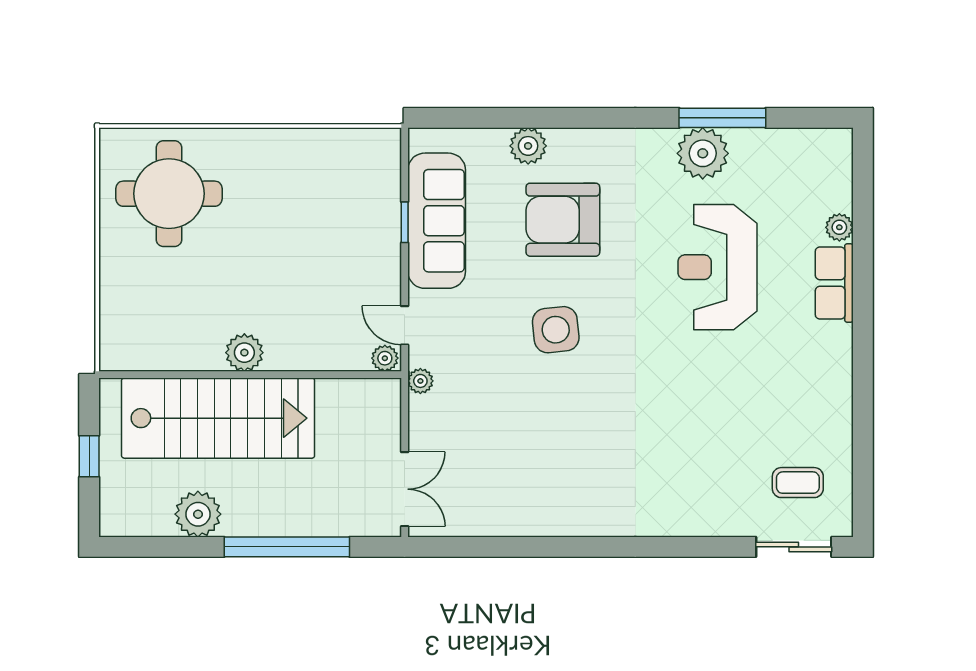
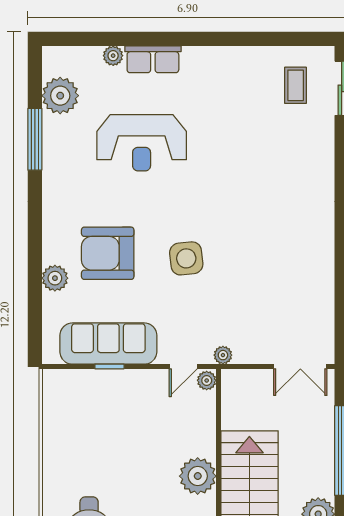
plant: (703, 153) -> (60, 96), moved
armchair: (563, 220) -> (108, 253), turned 90
plant: (244, 353) -> (198, 476), width x1.36, depth x1.36
double door: (405, 489) -> (300, 366), swing flipped

